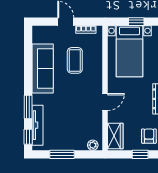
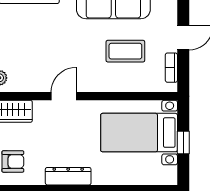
door: (105, 102) -> (64, 96), swing flipped

